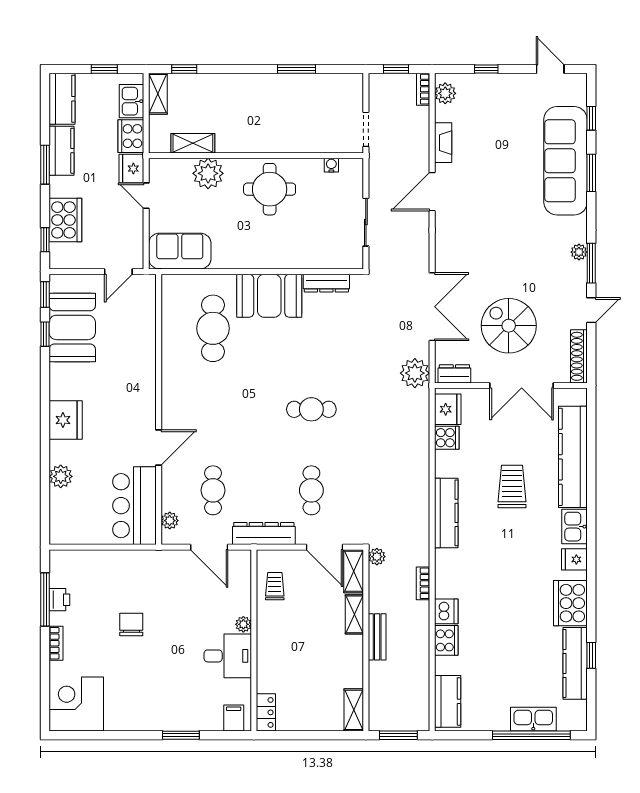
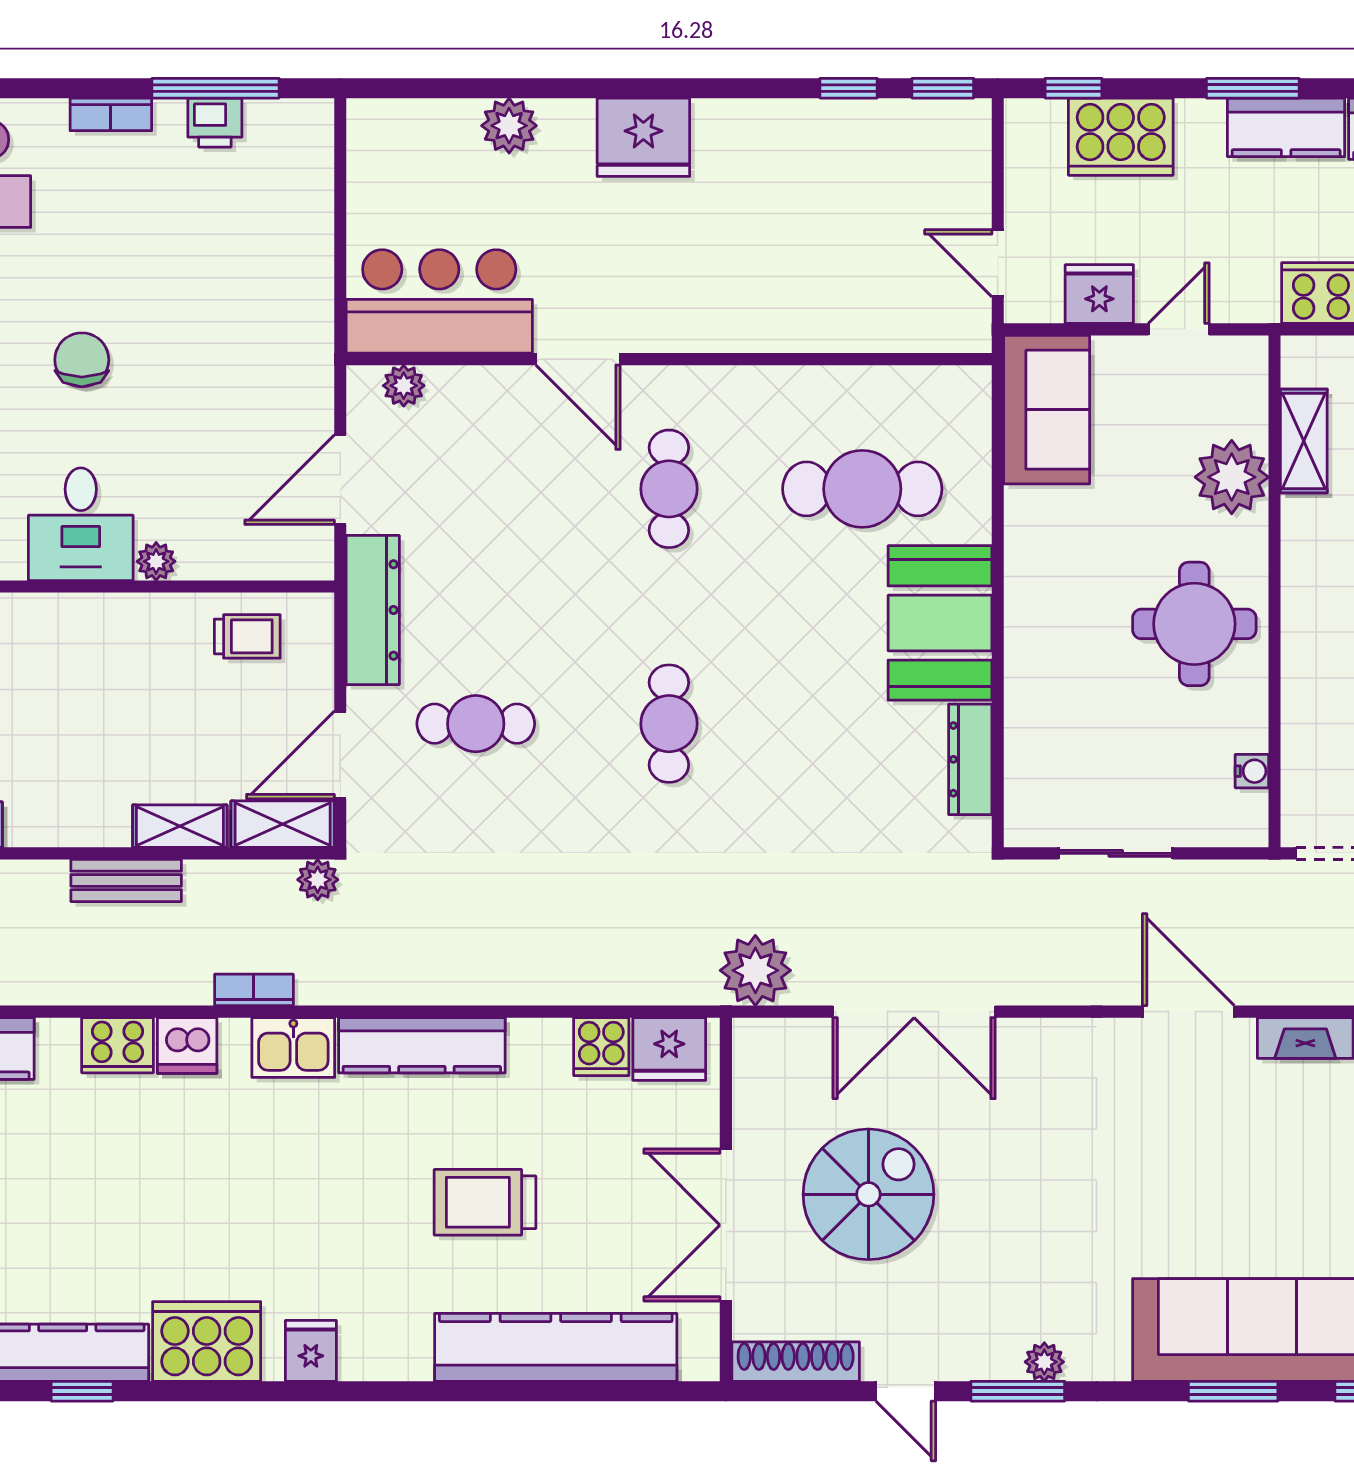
fridge: (131, 169) -> (1099, 294), moved
booth: (72, 327) -> (864, 153), removed
dresser: (454, 374) -> (754, 1065), removed
trolley: (512, 486) -> (485, 1202), turned 180
cafe table: (213, 490) -> (669, 489), moved, turned 90
kitchen sink: (575, 527) -> (293, 1047), moved, turned 180
chair: (131, 625) -> (82, 360), moved, turned -90

